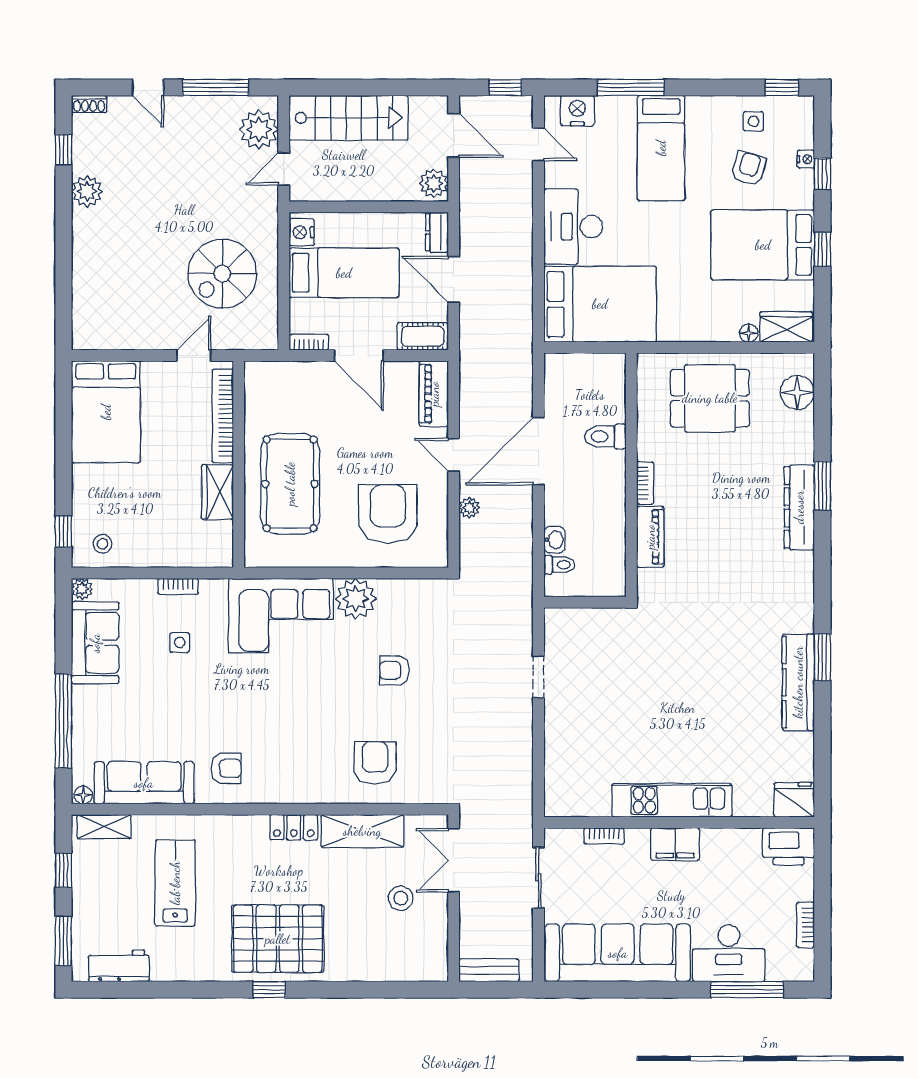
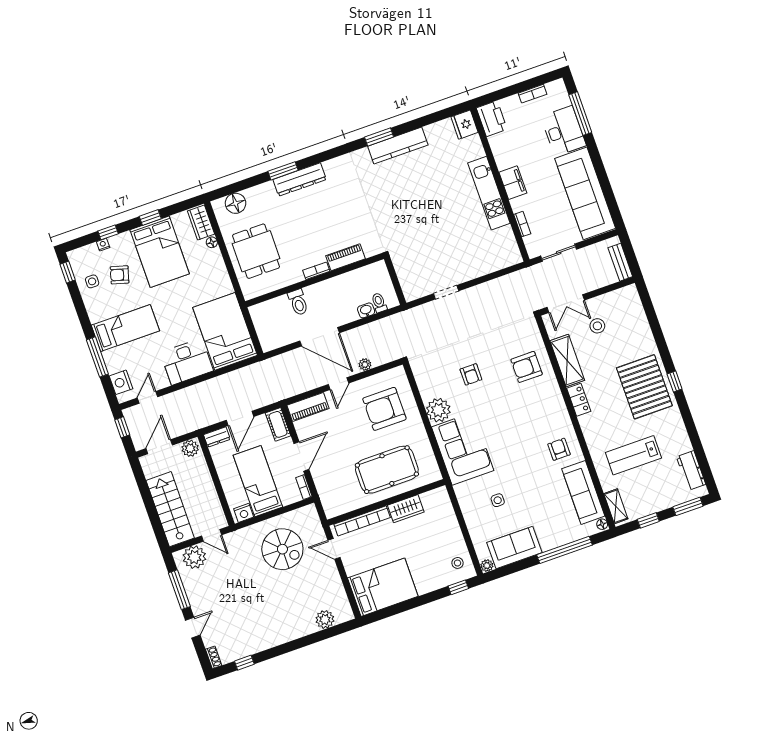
plant: (87, 191) -> (325, 619), moved
bookcase: (178, 586) -> (467, 512), removed

